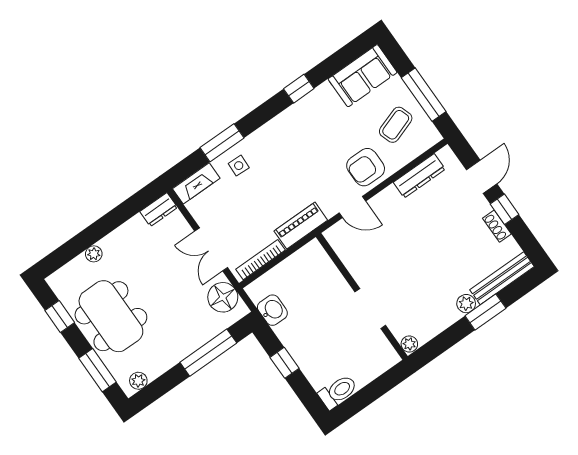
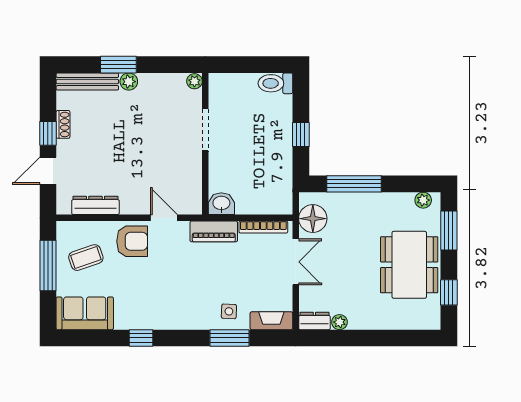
plant: (94, 254) -> (339, 322), moved
washbasin: (272, 310) -> (221, 204), moved, turned 90

